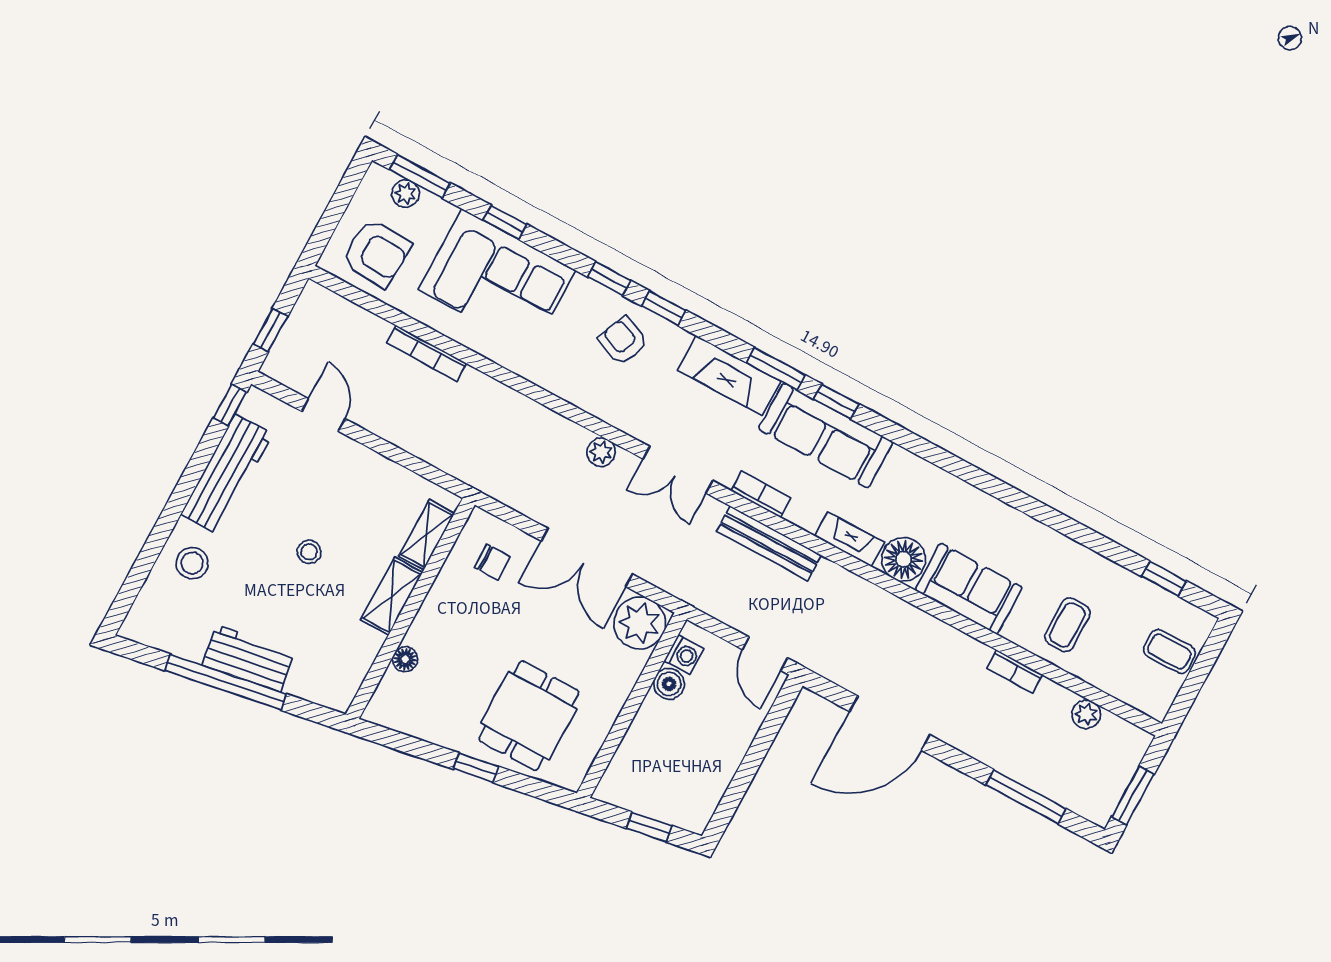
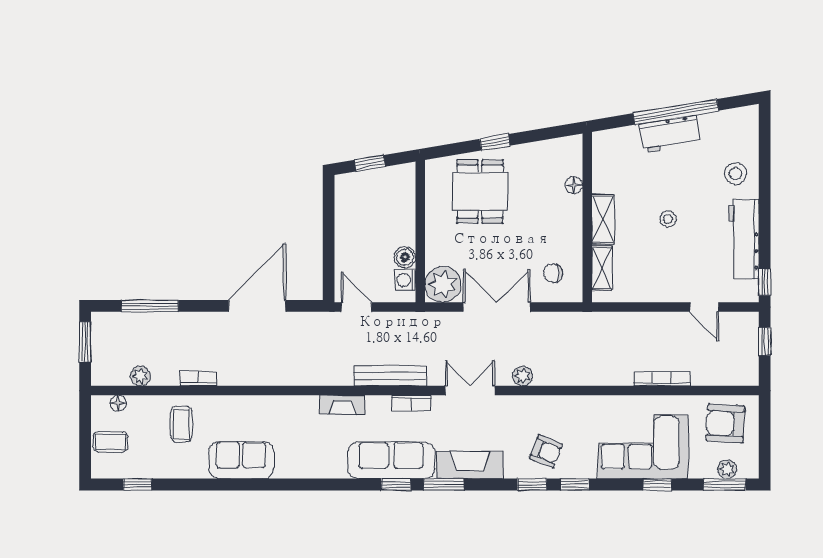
floor lamp: (904, 559) -> (118, 403), moved, width x0.53, depth x0.53
sofa: (969, 589) -> (241, 460), moved, turned 180

